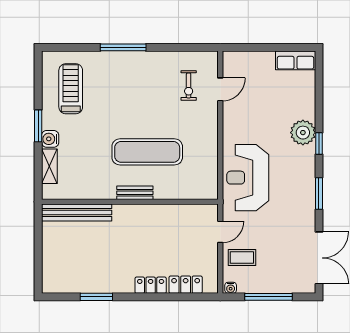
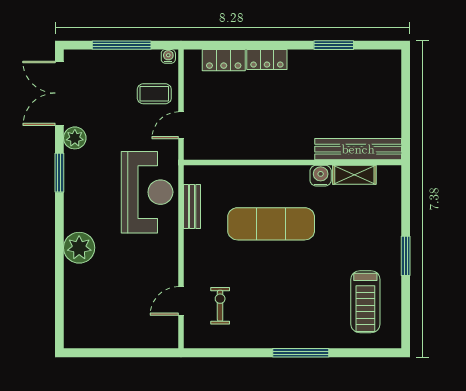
row of seats: (296, 60) -> (88, 337), removed
water cooler: (50, 139) -> (321, 176), moved, turned -90
window: (319, 143) -> (59, 234), removed
shelving: (49, 166) -> (354, 175), moved, turned 90
bench: (135, 193) -> (192, 206), moved, turned 90
plant: (306, 222) -> (75, 138), added

